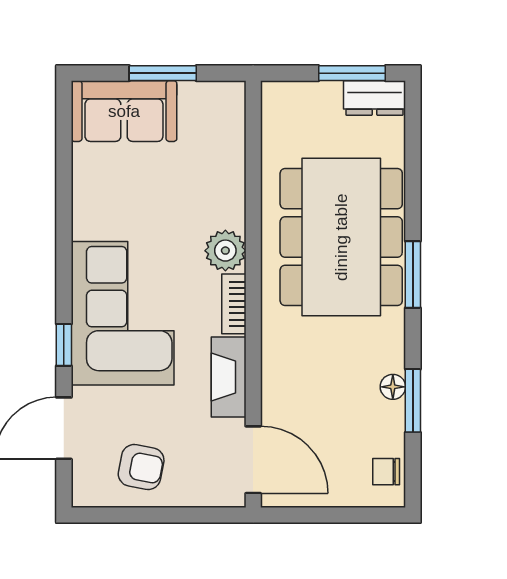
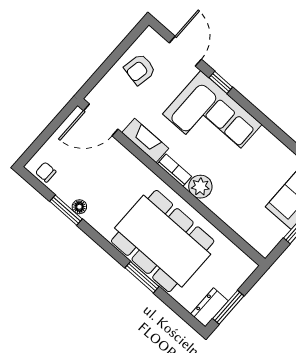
window: (413, 275) -> (142, 277), moved
chair: (386, 472) -> (46, 172), turned -90

